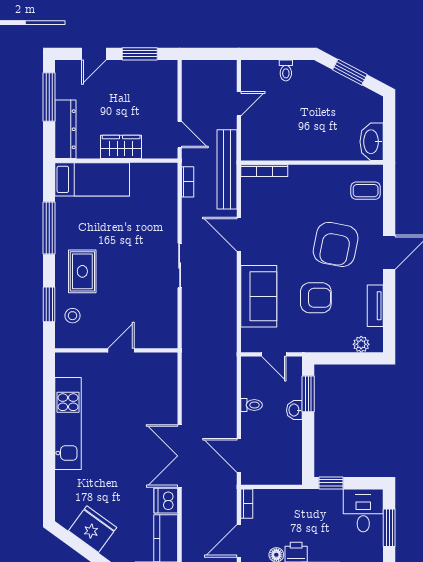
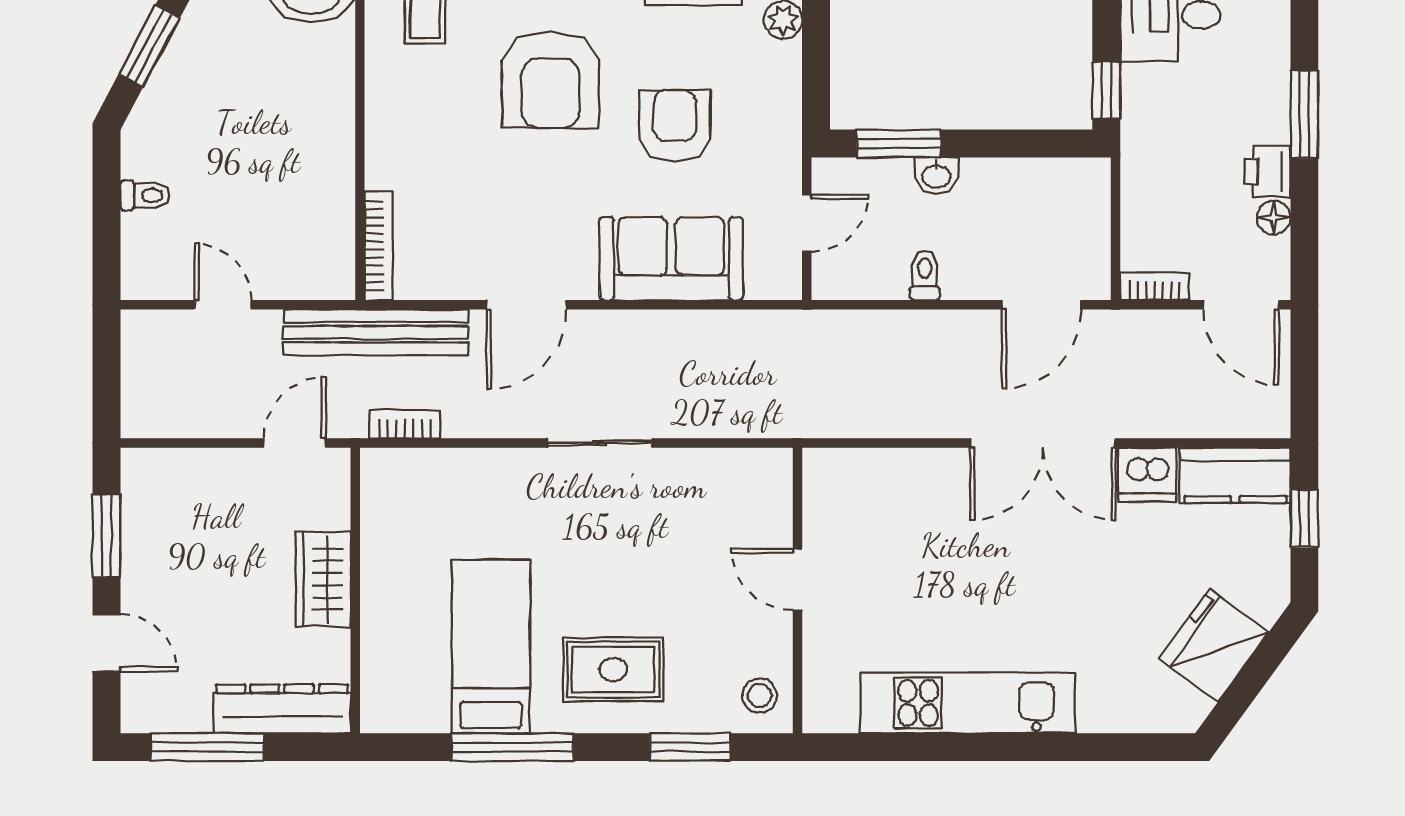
bed: (92, 179) -> (491, 647), moved
armchair: (336, 244) -> (551, 80), turned 79
stool: (73, 316) -> (759, 696), moved

